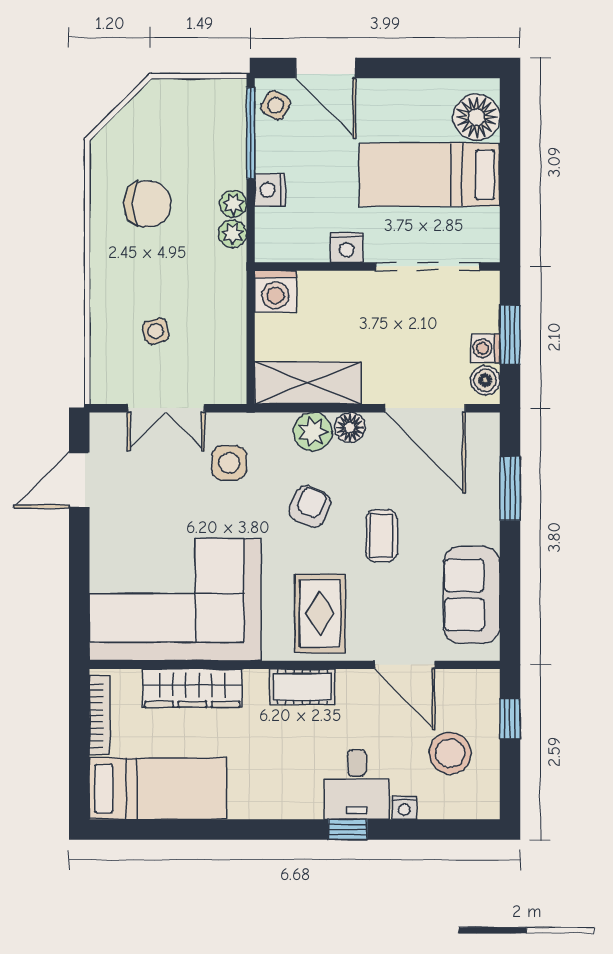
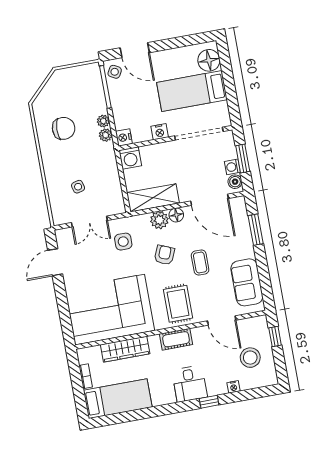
nightstand: (270, 190) -> (124, 137), moved
bookcase: (99, 716) -> (86, 376), width x0.64
desk: (357, 784) -> (190, 384), moved

